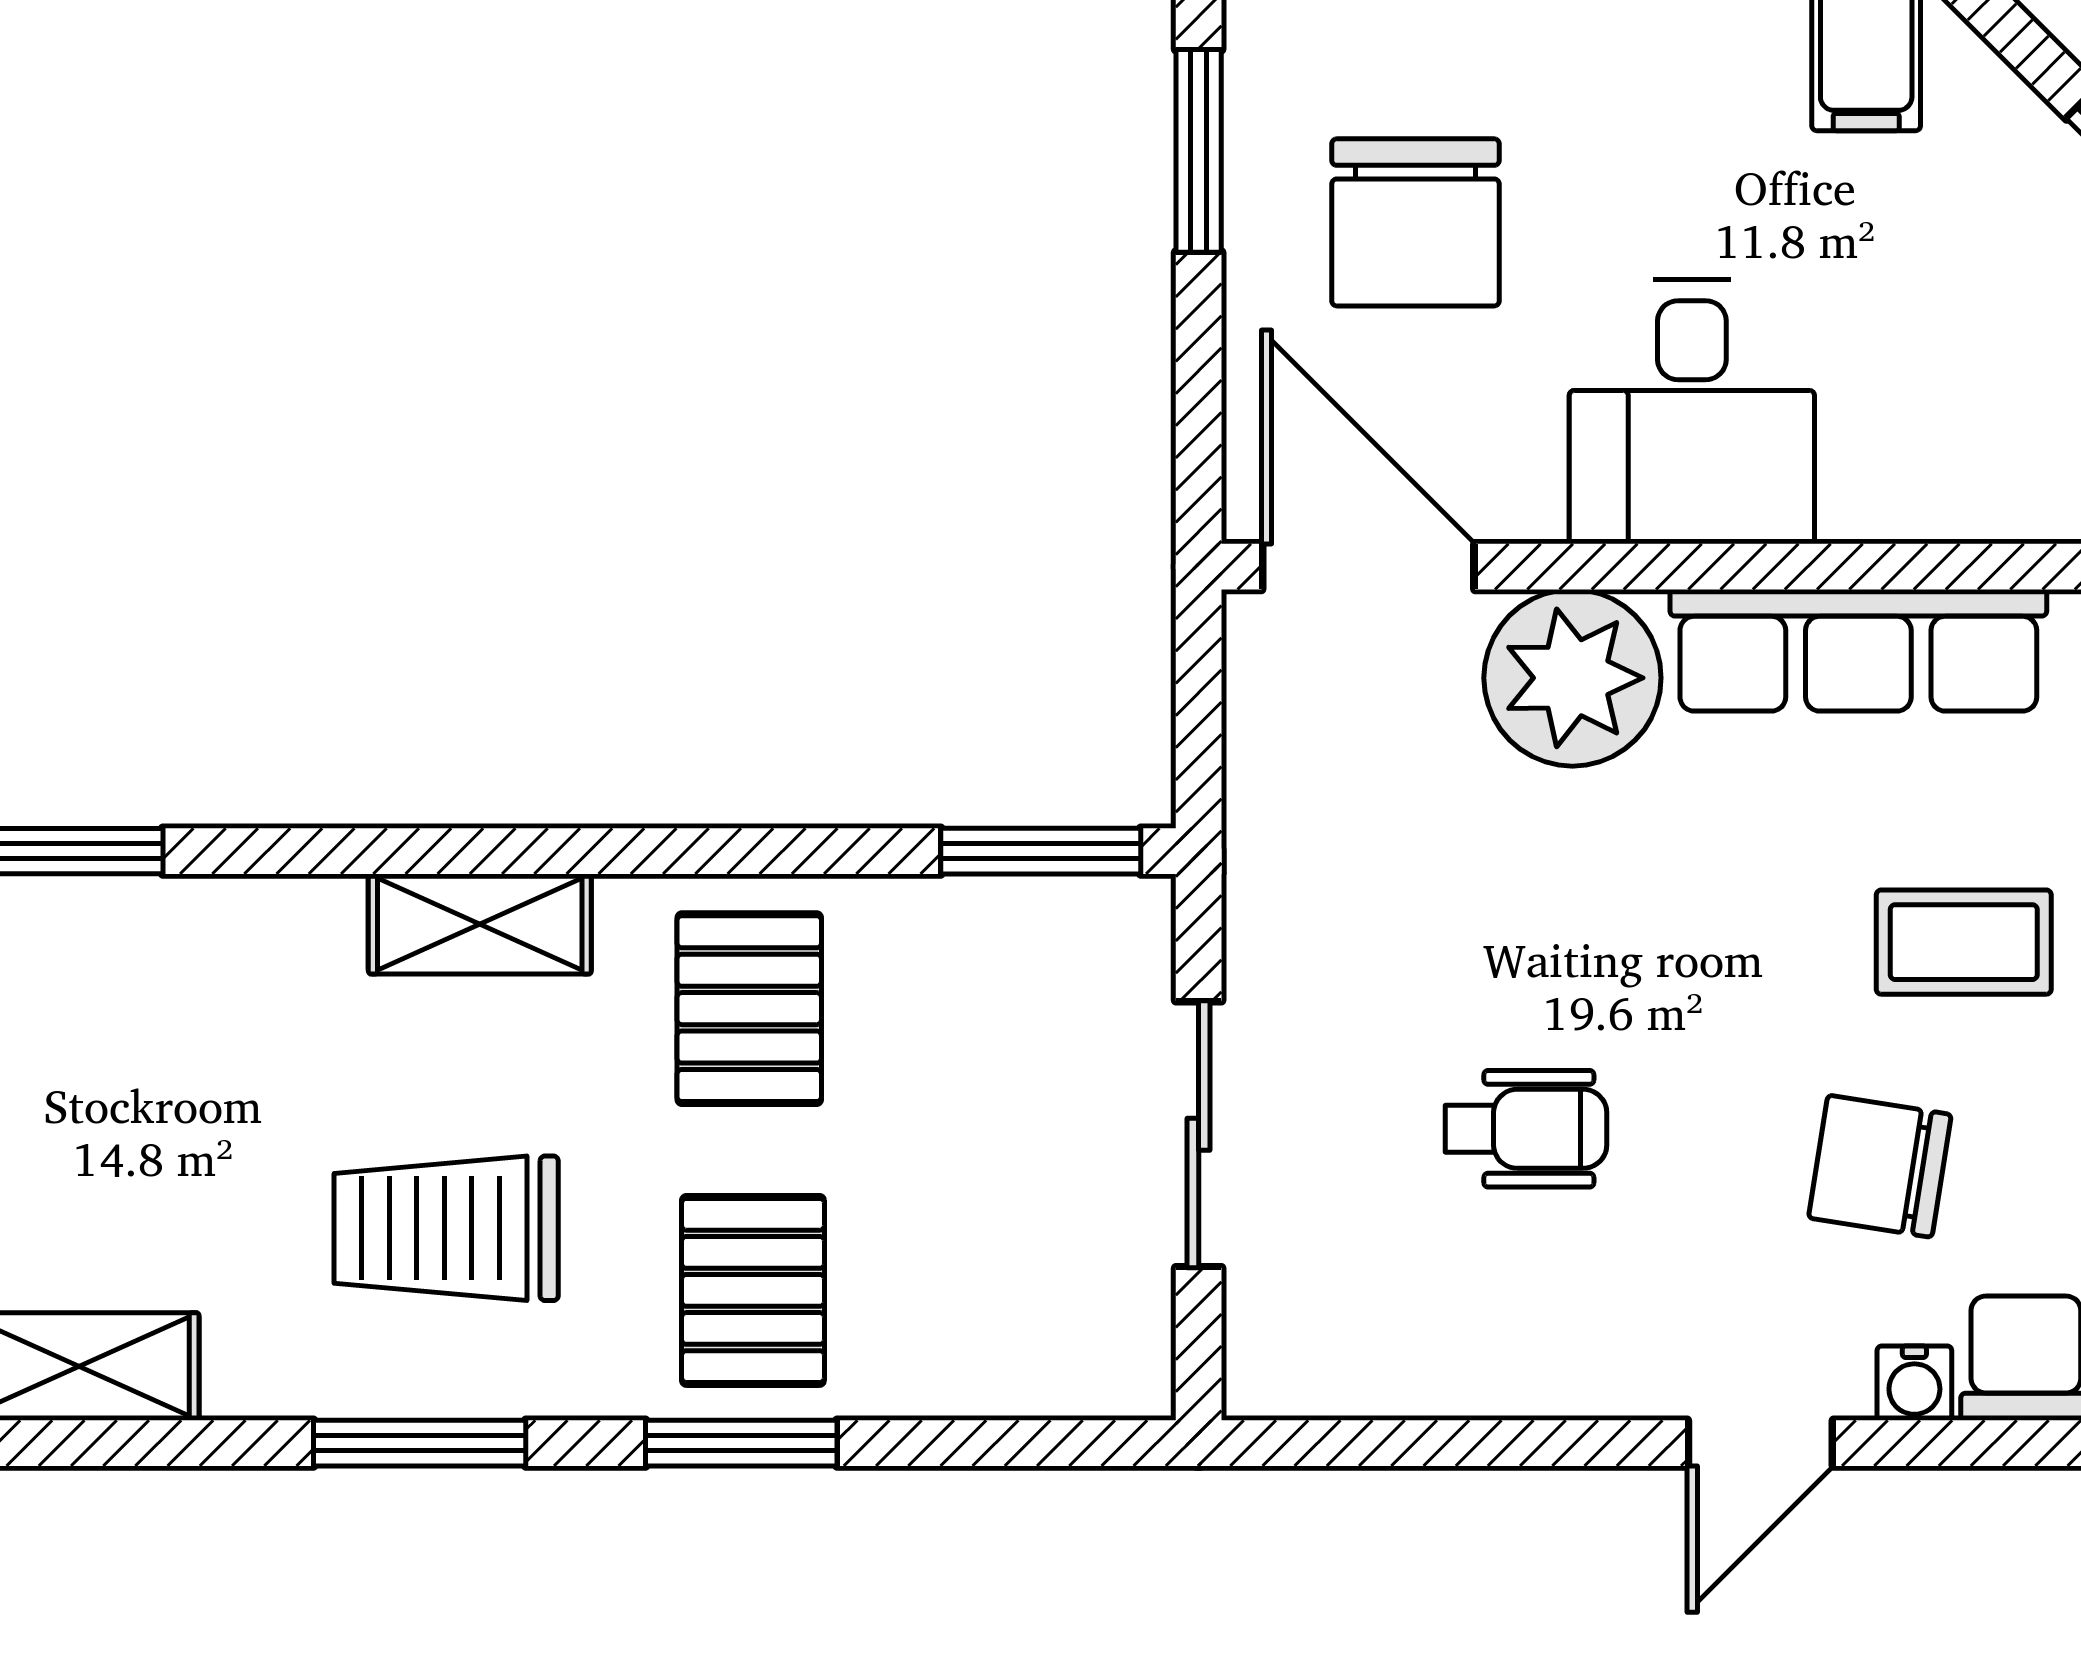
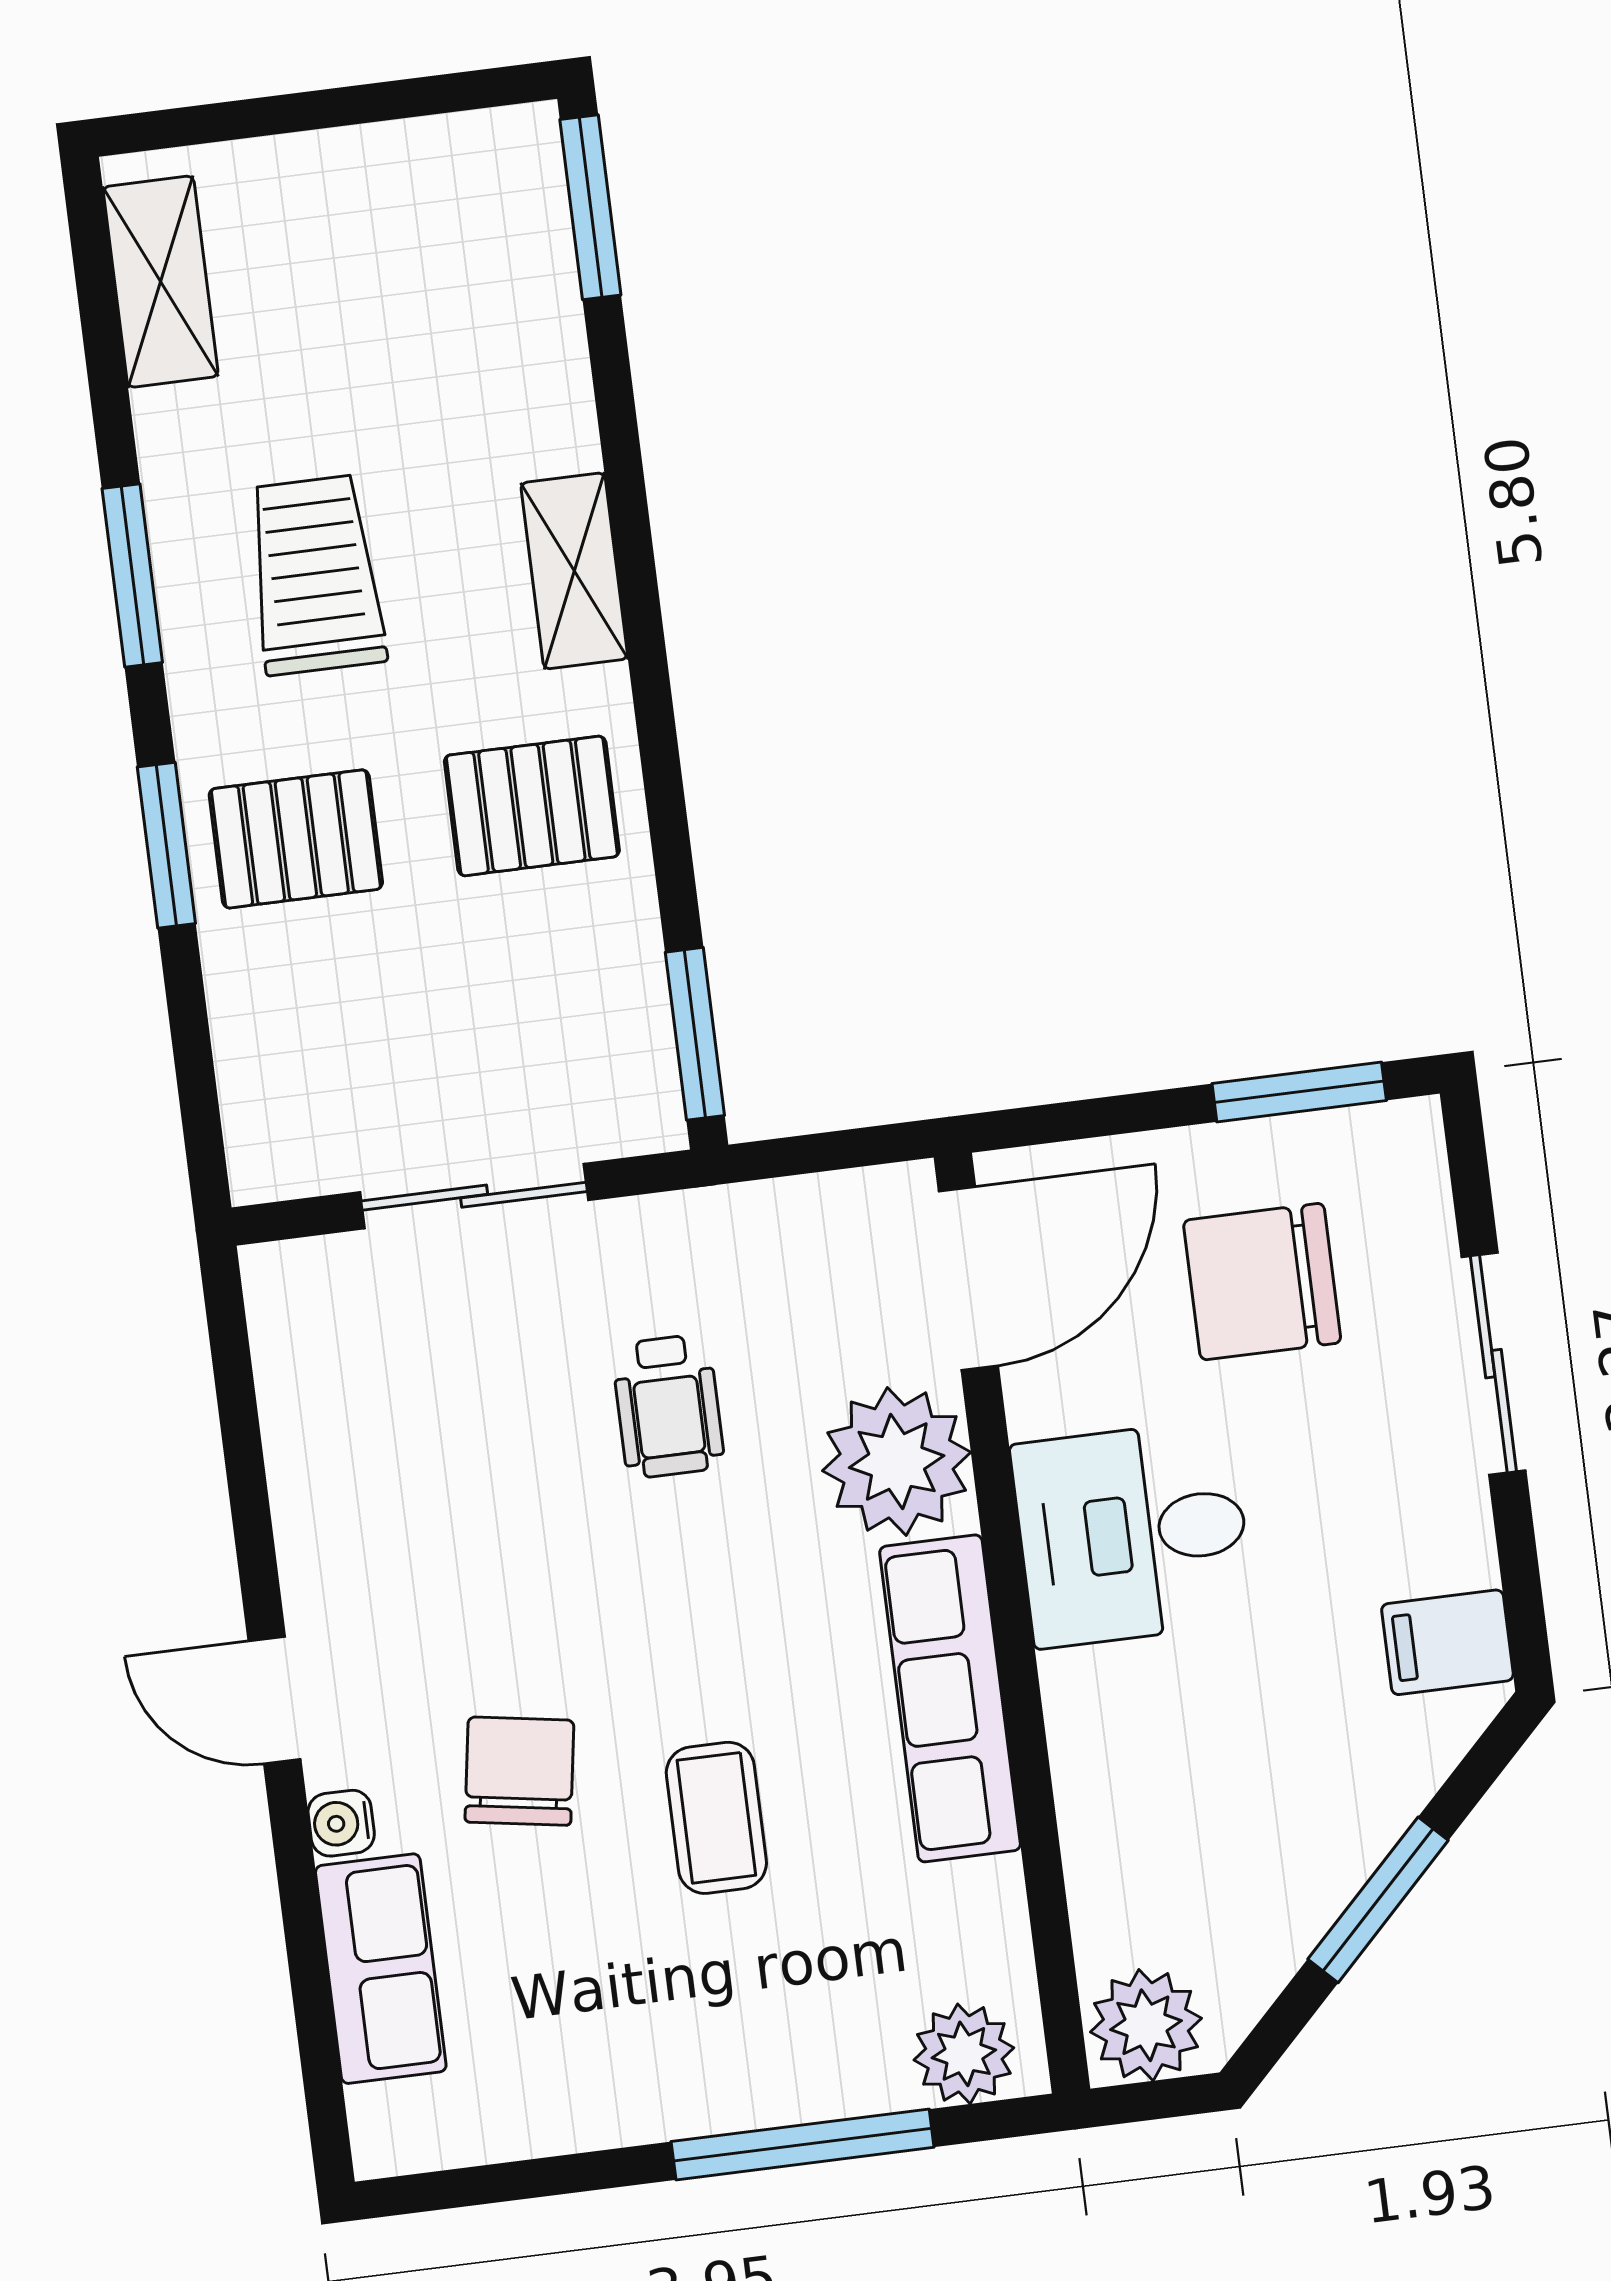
wheelchair: (1526, 1129) -> (668, 1406), moved

